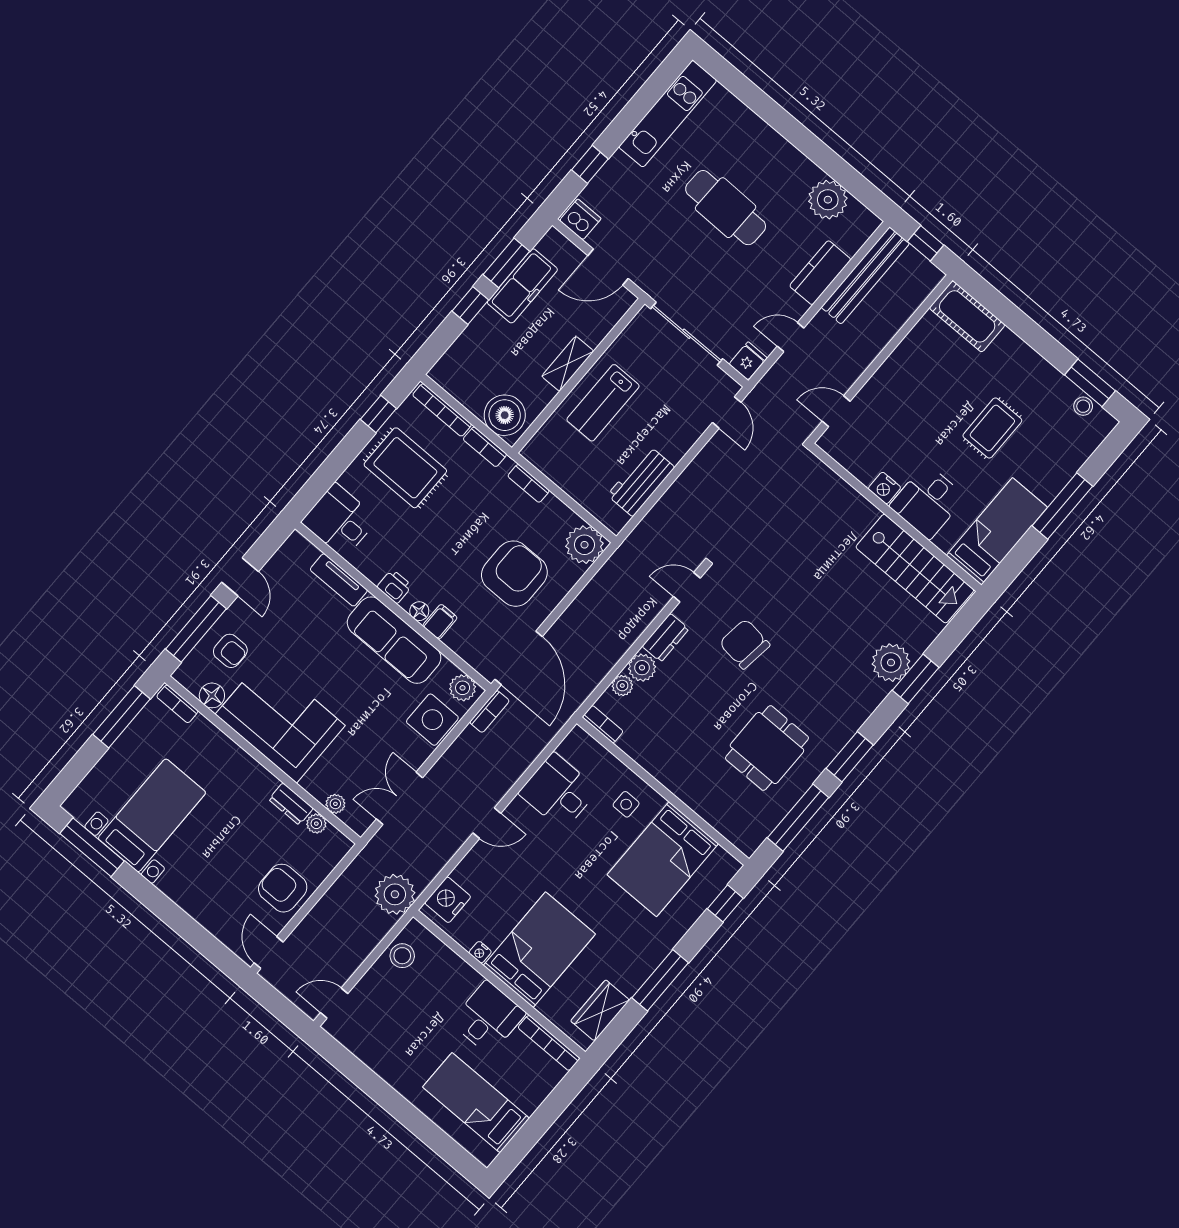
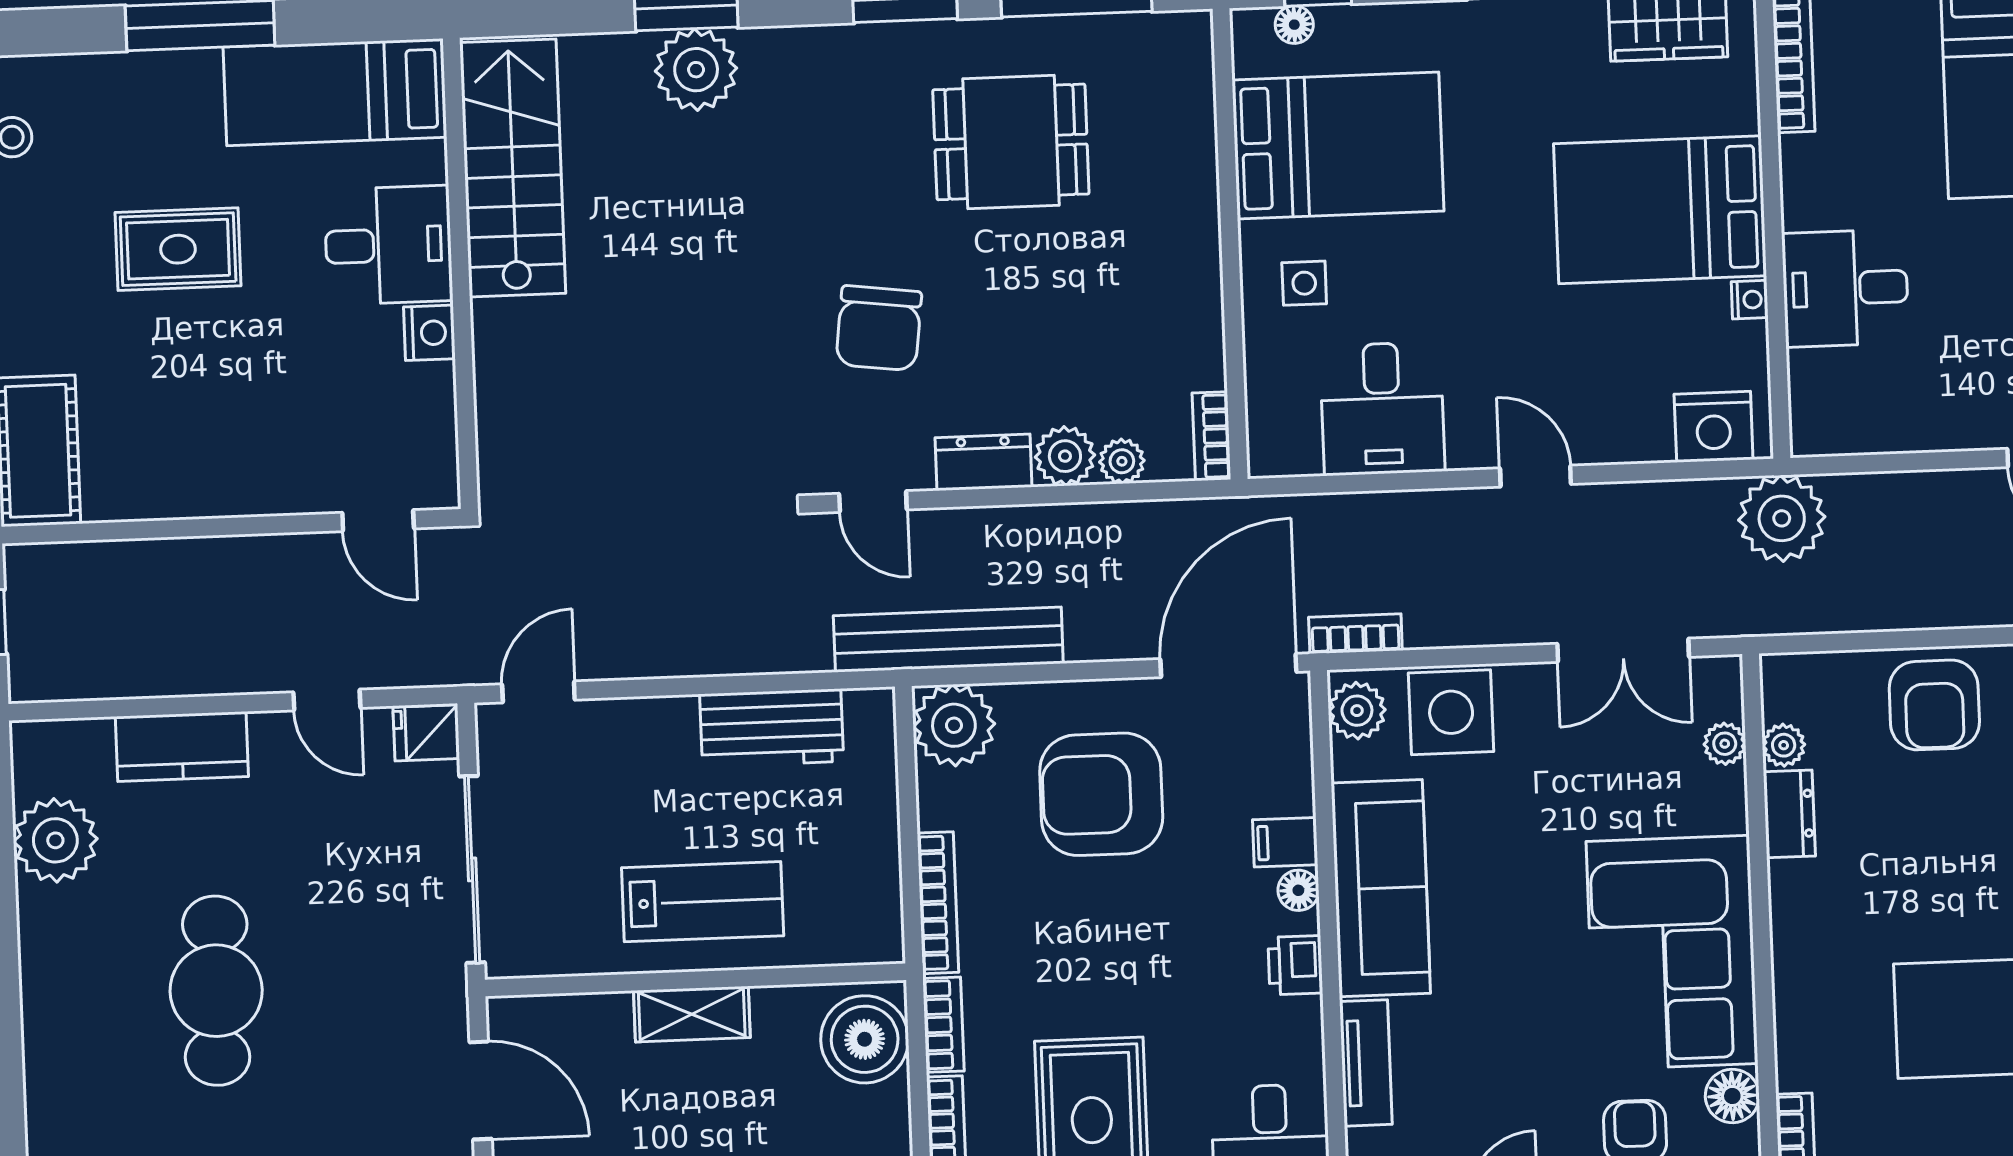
bench: (865, 275) -> (948, 640), moved
bookcase: (529, 483) -> (938, 903), width x1.56
floor lamp: (718, 882) -> (1294, 25), added
stool: (402, 956) -> (1868, 418), removed
desk: (488, 1018) -> (1845, 288), moved

